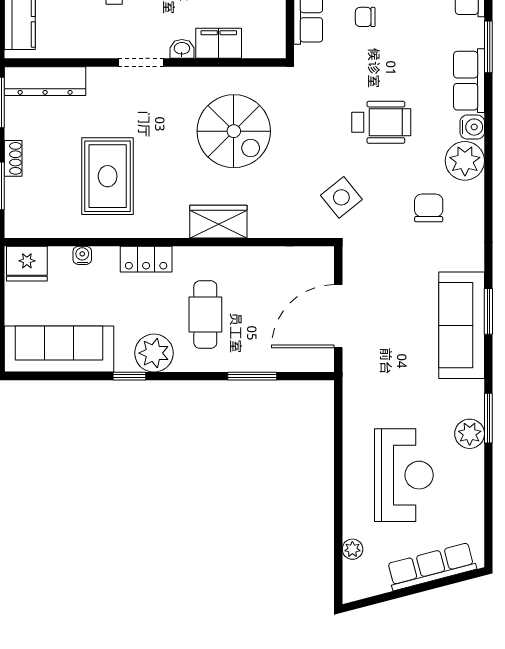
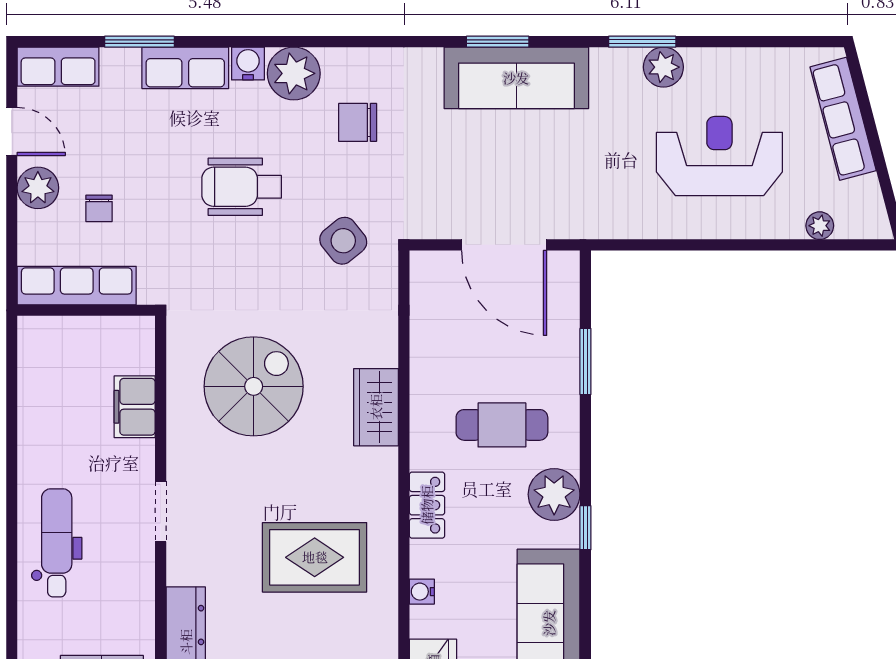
washbasin: (182, 49) -> (142, 457), removed
wheelchair: (381, 122) -> (242, 187), turned -90

